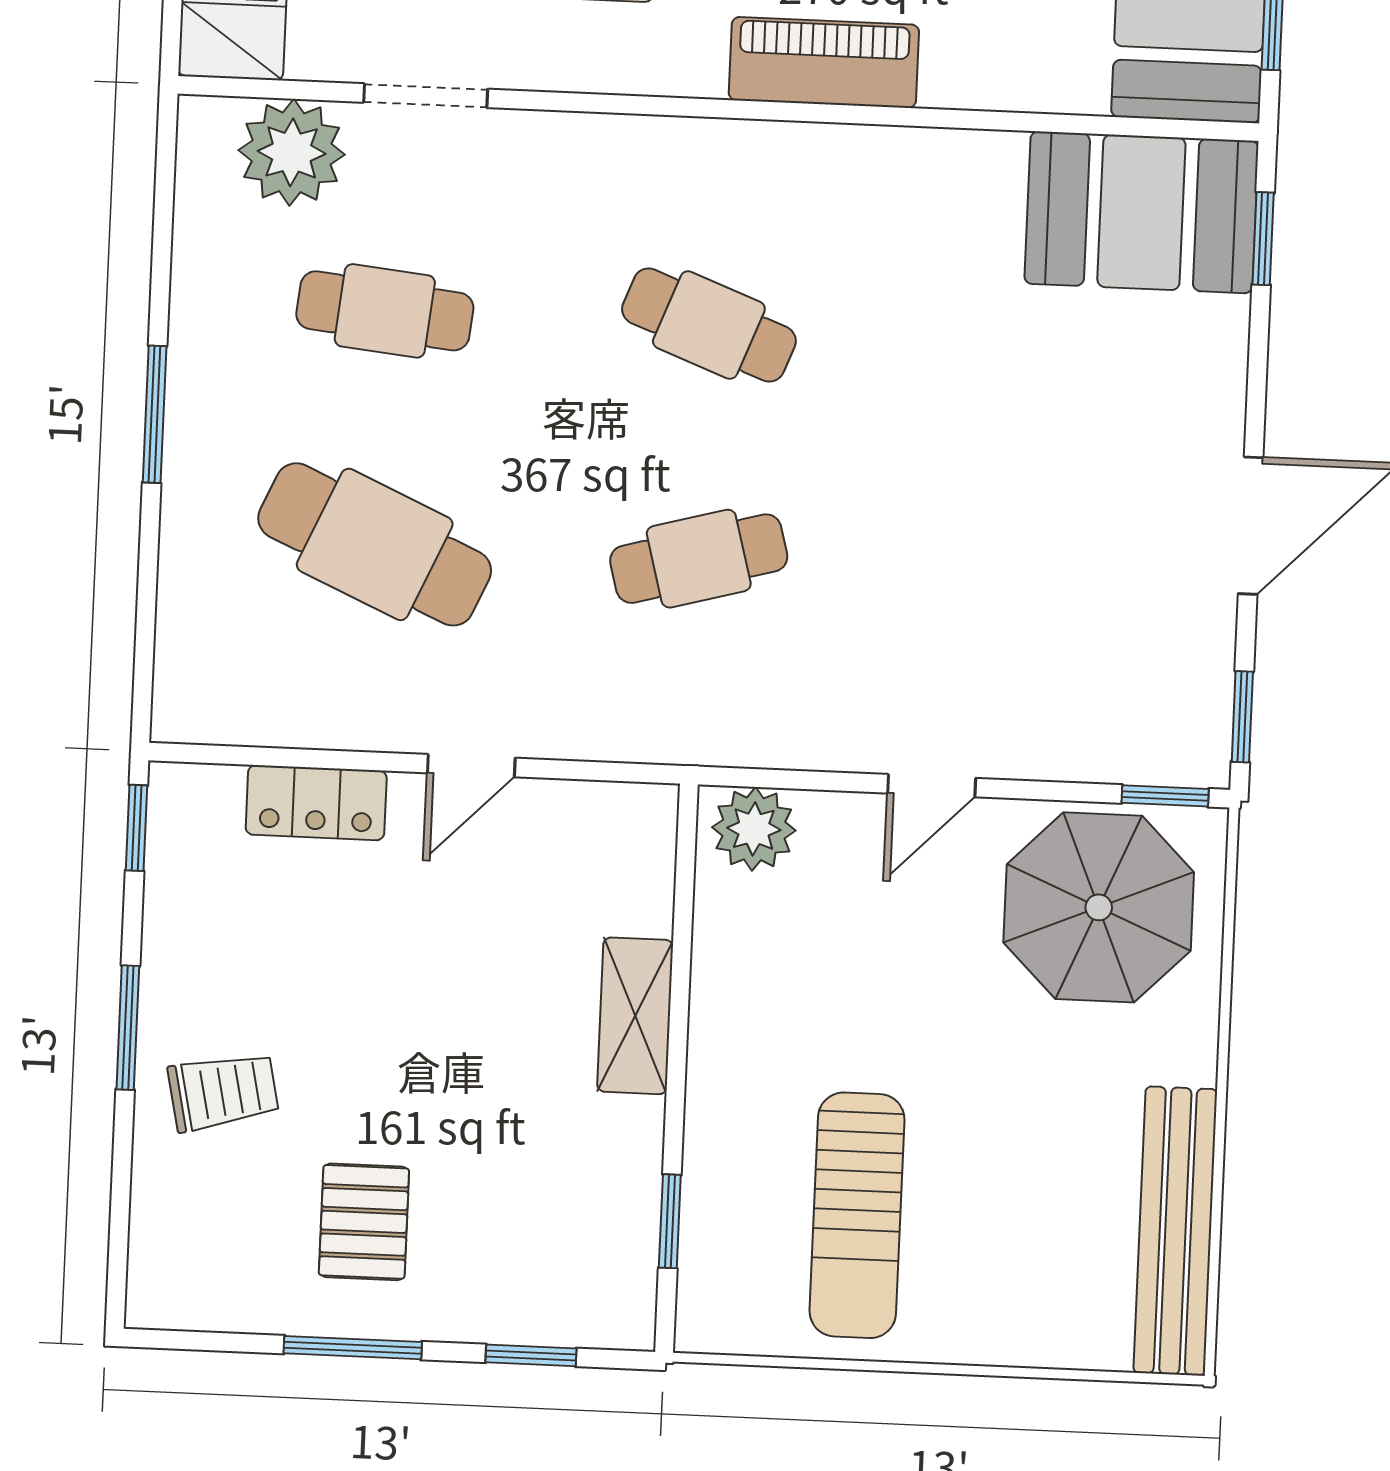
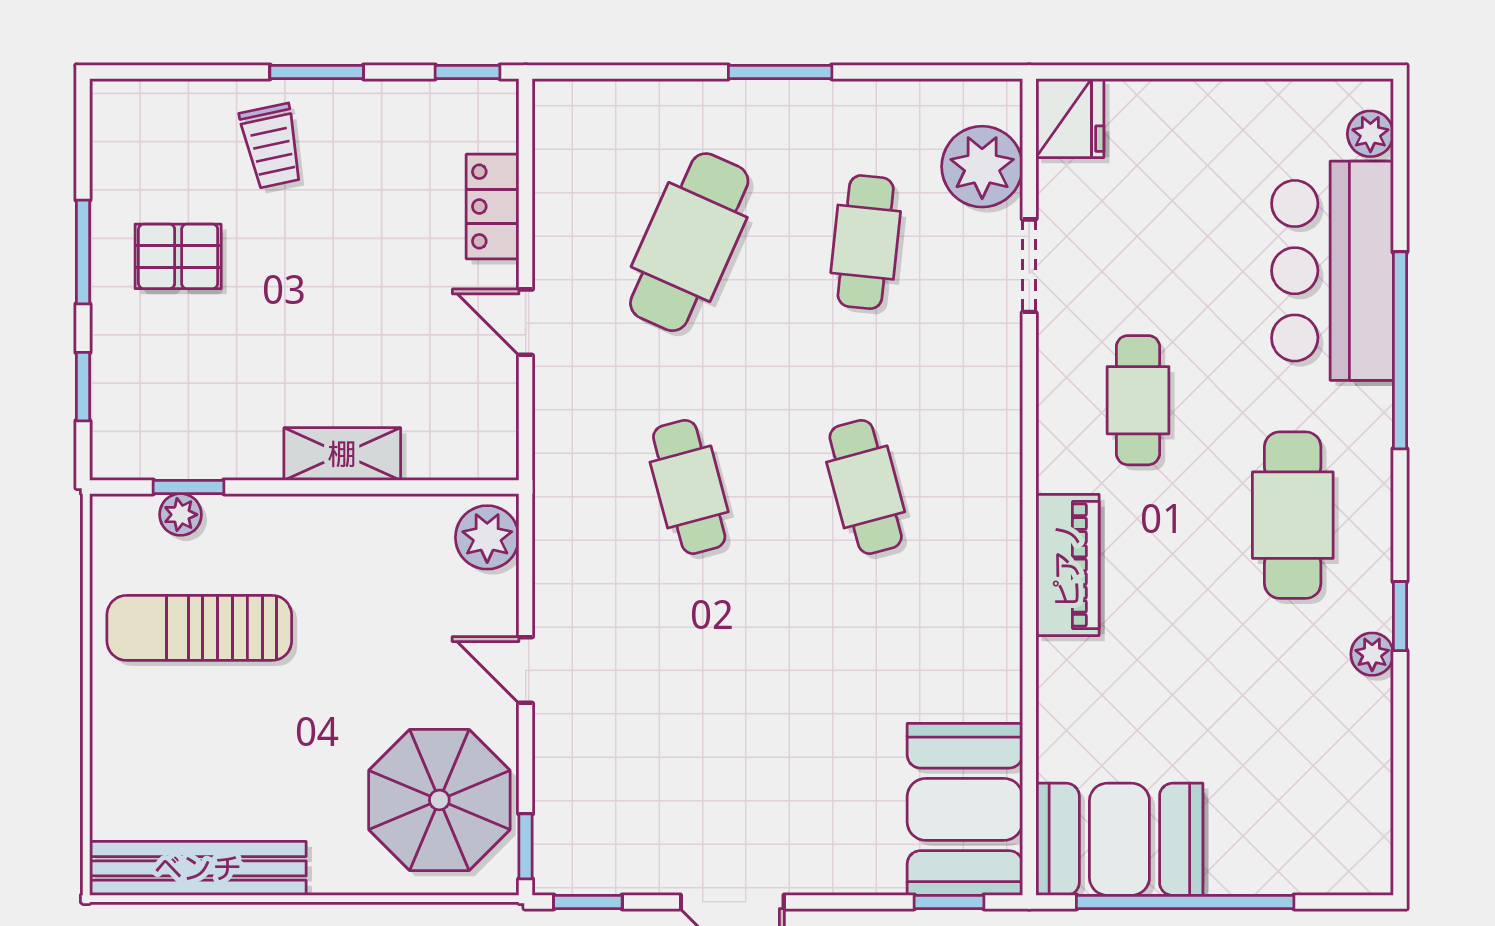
cafe table: (709, 325) -> (866, 487), turned -36
plant: (706, 1234) -> (181, 515), added

